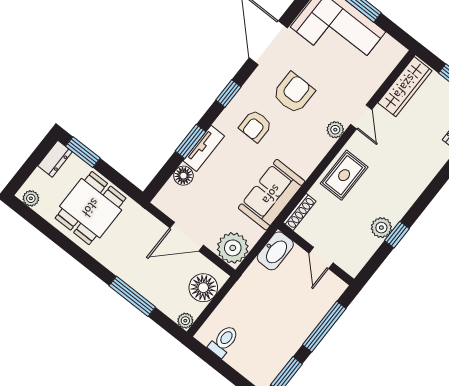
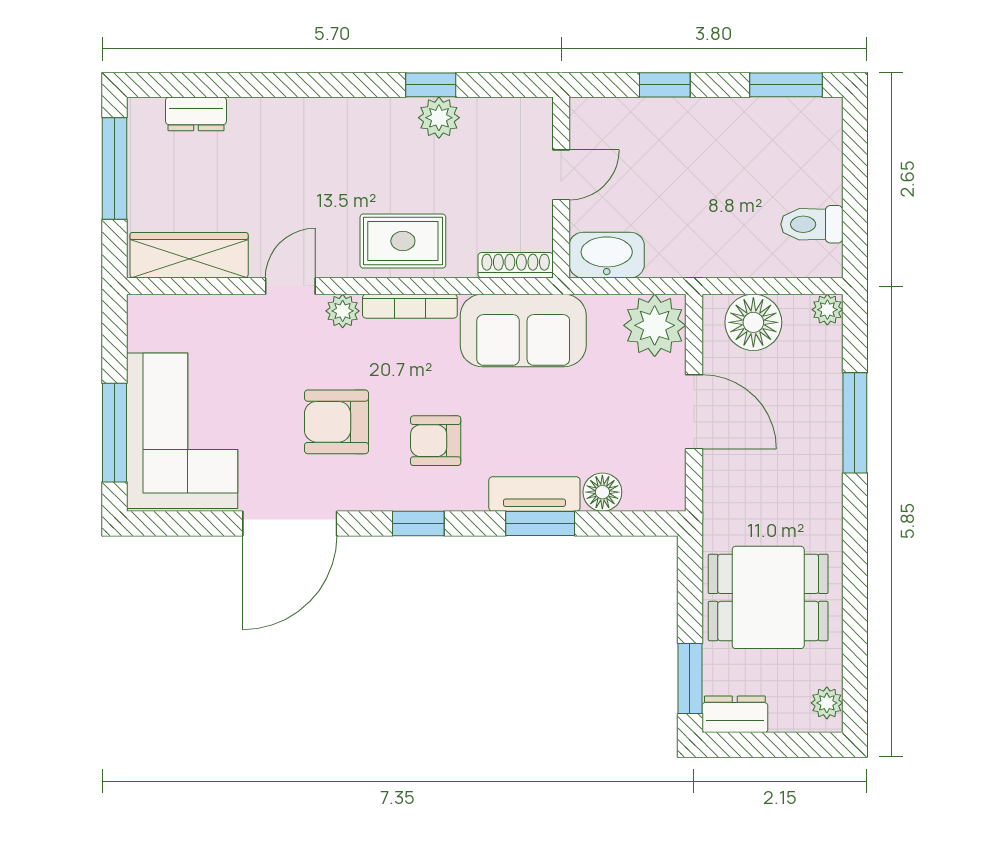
armchair: (255, 126) -> (436, 441), turned 180
bookcase: (316, 158) -> (410, 306), added
window: (324, 327) -> (665, 85), width x0.46

